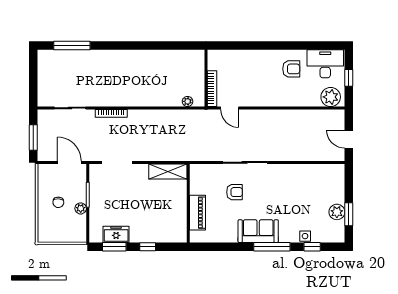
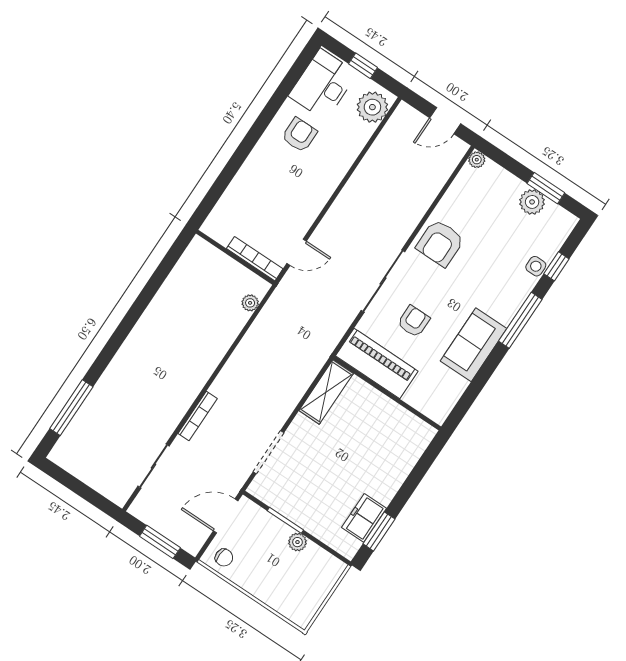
plant: (340, 169) -> (477, 160), added
armchair: (284, 179) -> (440, 243), added
chair: (58, 202) -> (224, 558), moved
piano: (197, 213) -> (377, 363), moved, width x1.37, depth x1.33
sofa: (258, 231) -> (474, 345), moved
window: (148, 247) -> (409, 487), removed

